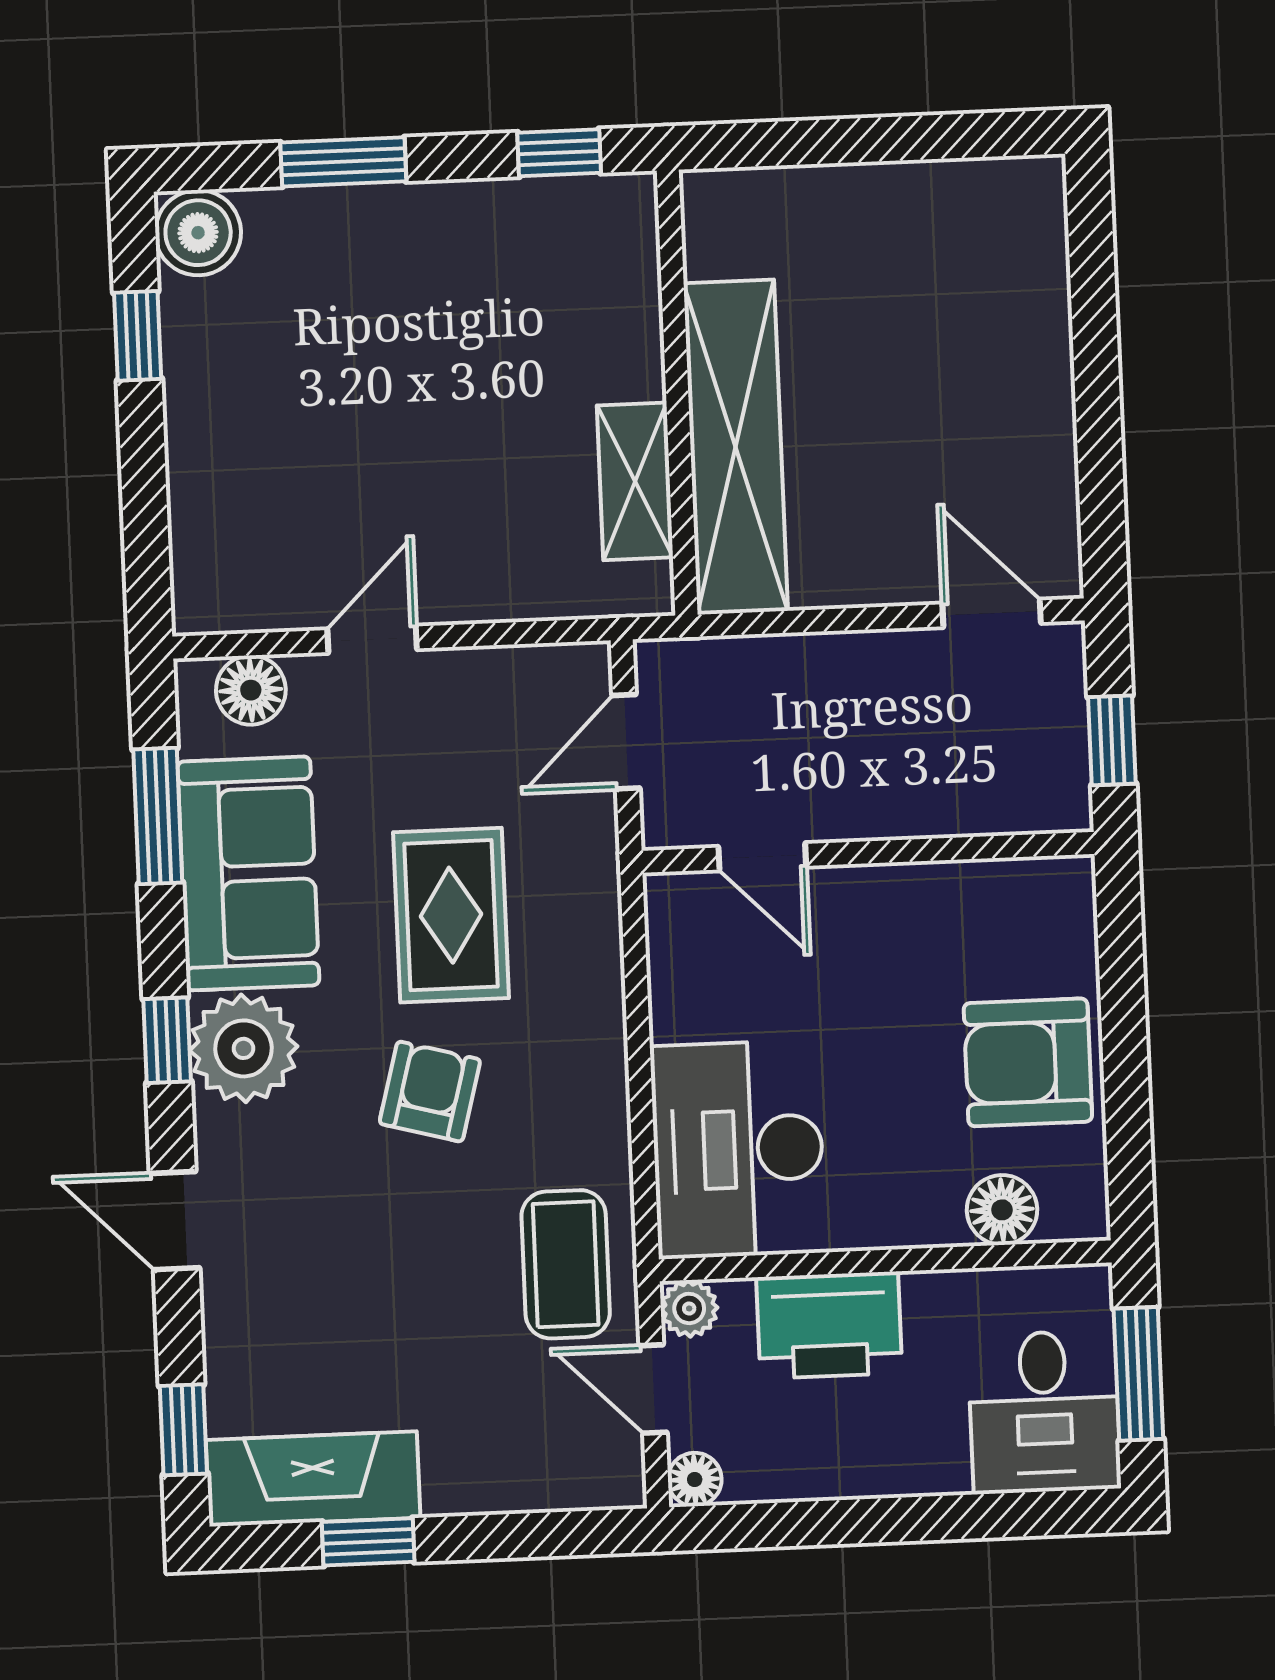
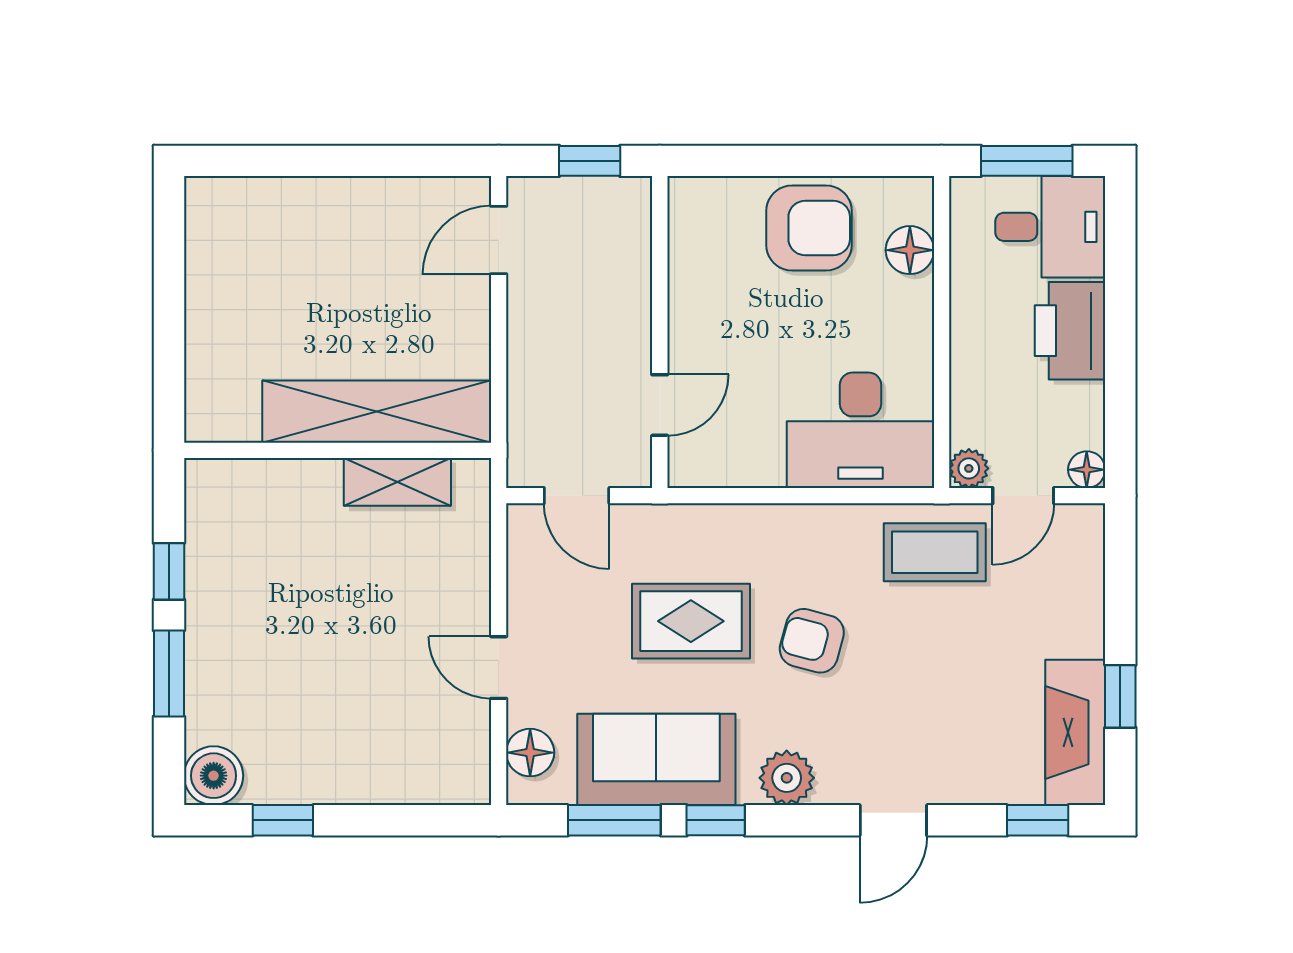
window: (559, 153) -> (169, 571), moved
window: (167, 1040) -> (716, 820), moved
plant: (244, 1048) -> (787, 778), width x0.73, depth x0.73
armchair: (1028, 1062) -> (809, 228), turned -90
printer: (829, 1325) -> (1070, 331), moved, turned 180

